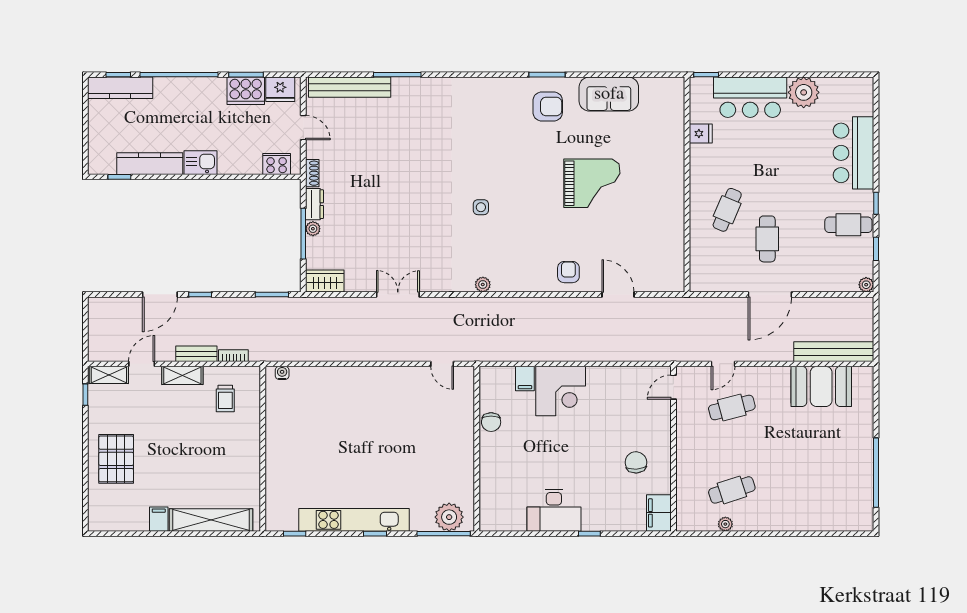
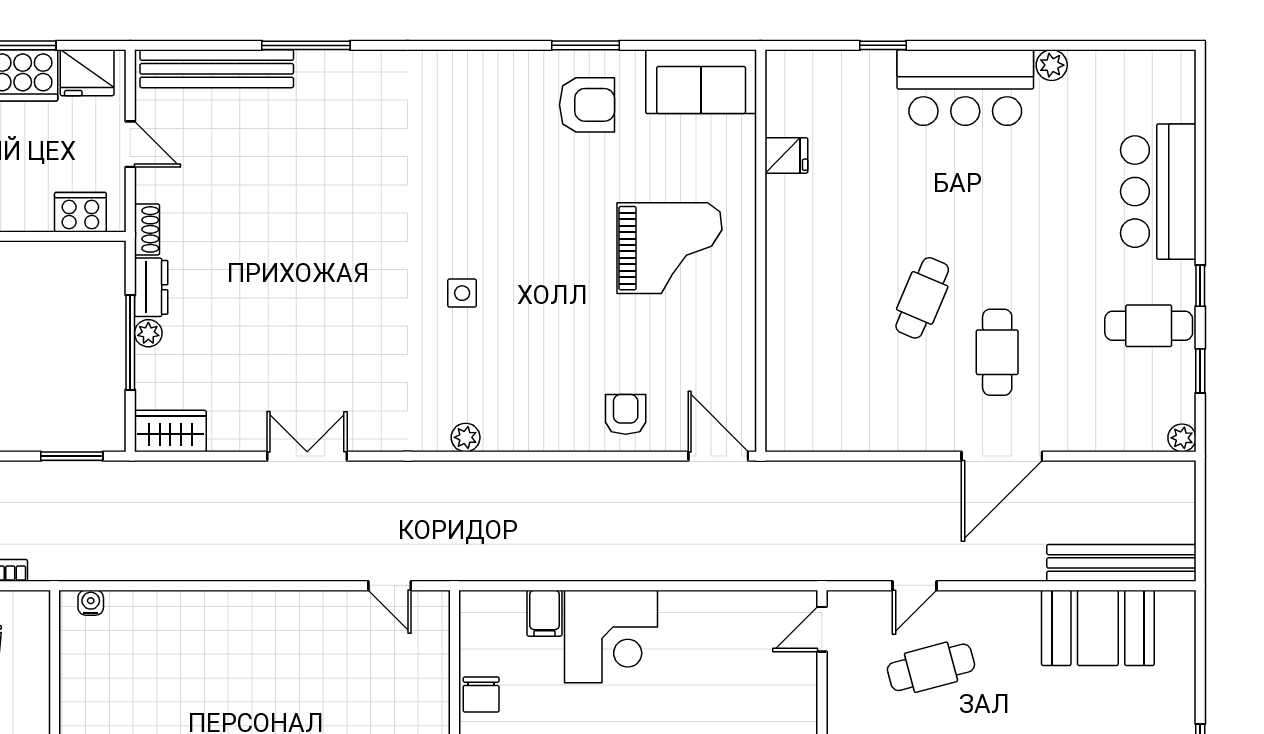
plant: (804, 92) -> (1052, 65), width x0.53, depth x0.53
fridge: (701, 134) -> (786, 155), moved
wall: (687, 185) -> (761, 251), moved

